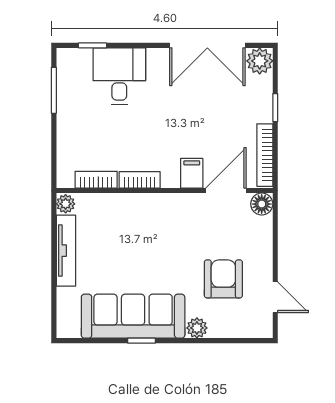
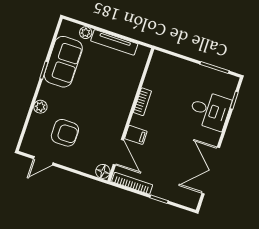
plant: (260, 61) -> (191, 199), removed
bookcase: (96, 180) -> (151, 75), removed
plant: (66, 204) -> (86, 33), moved
sofa: (133, 316) -> (63, 62), width x0.73

